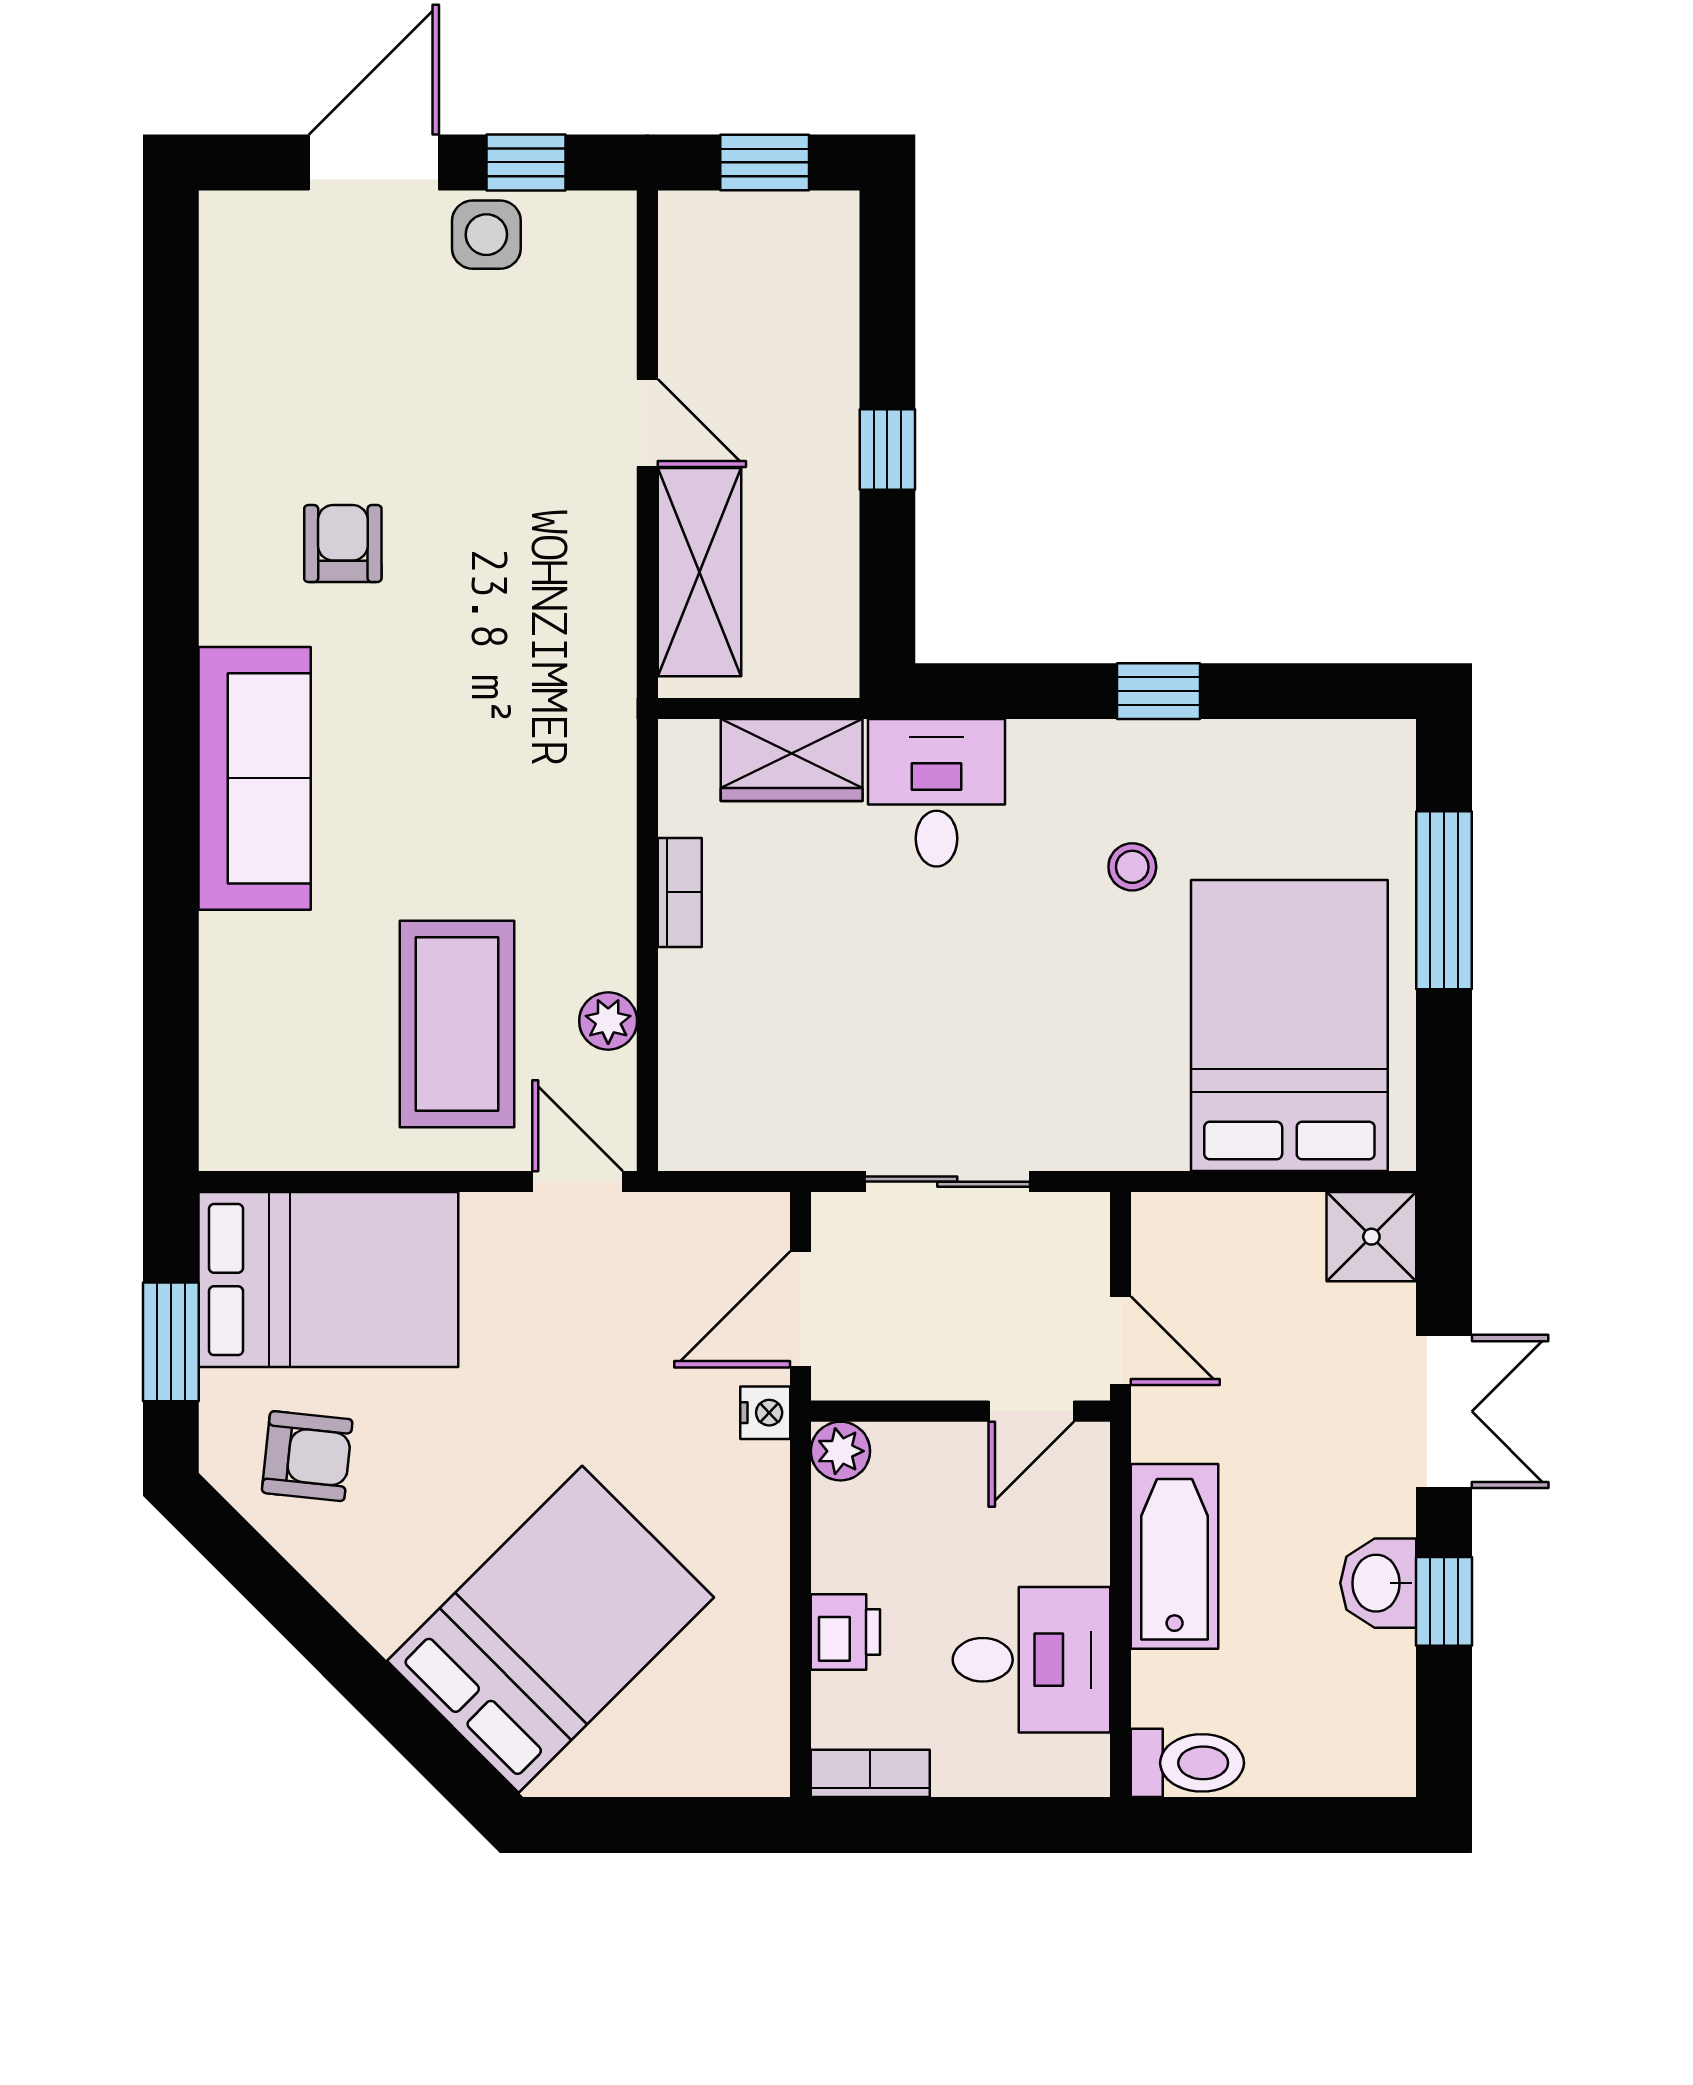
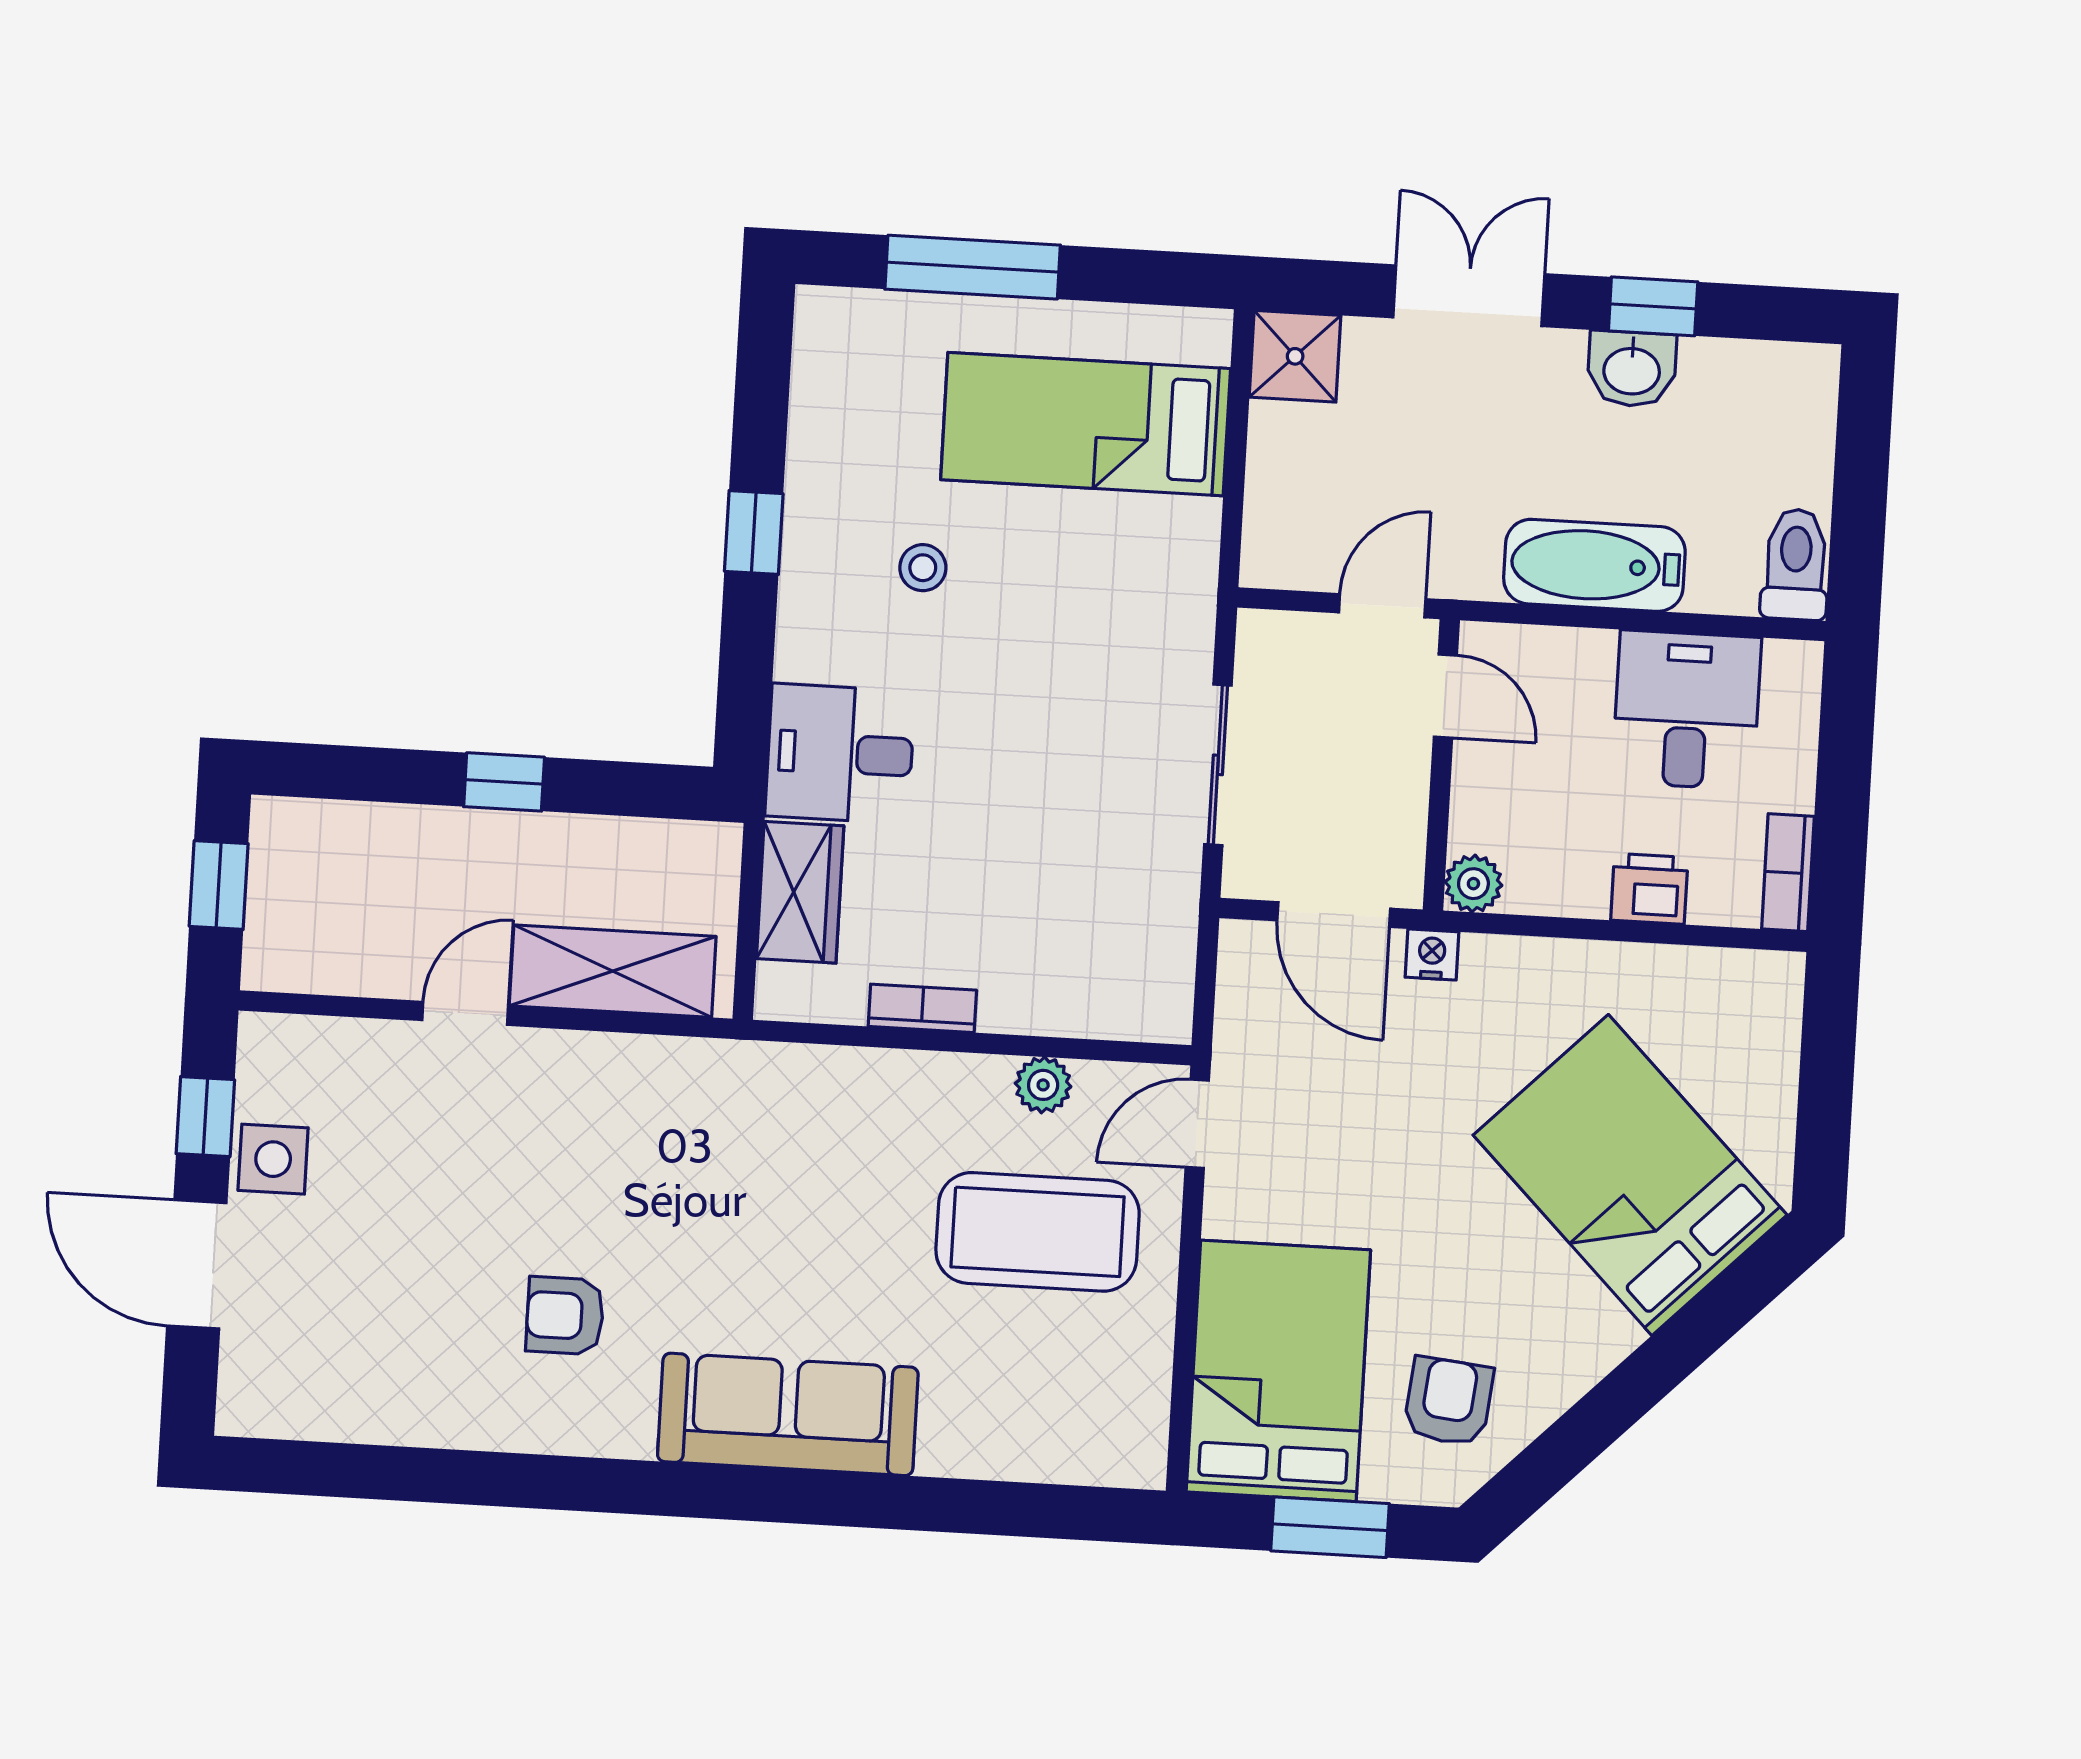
bed: (1289, 1025) -> (1086, 424), width x0.67

